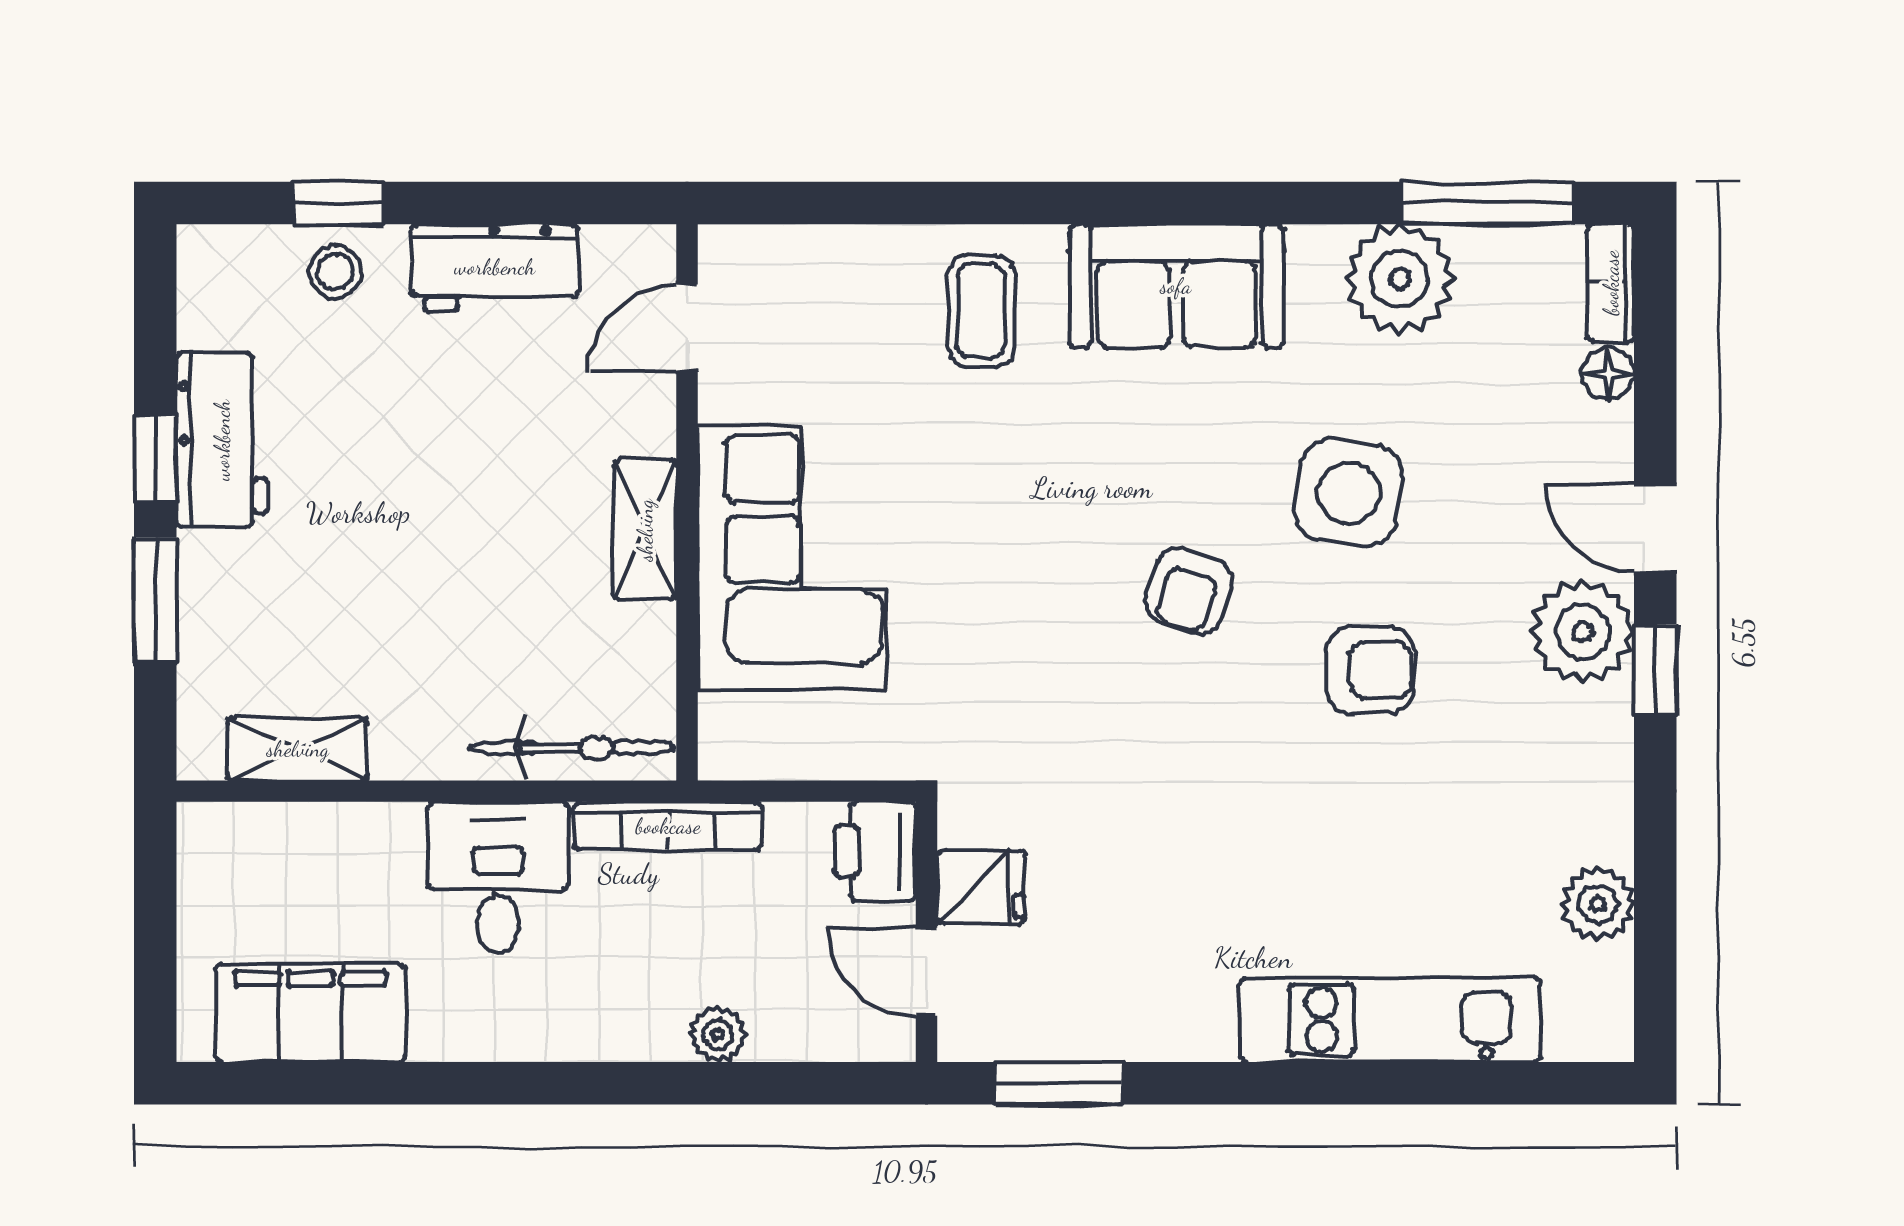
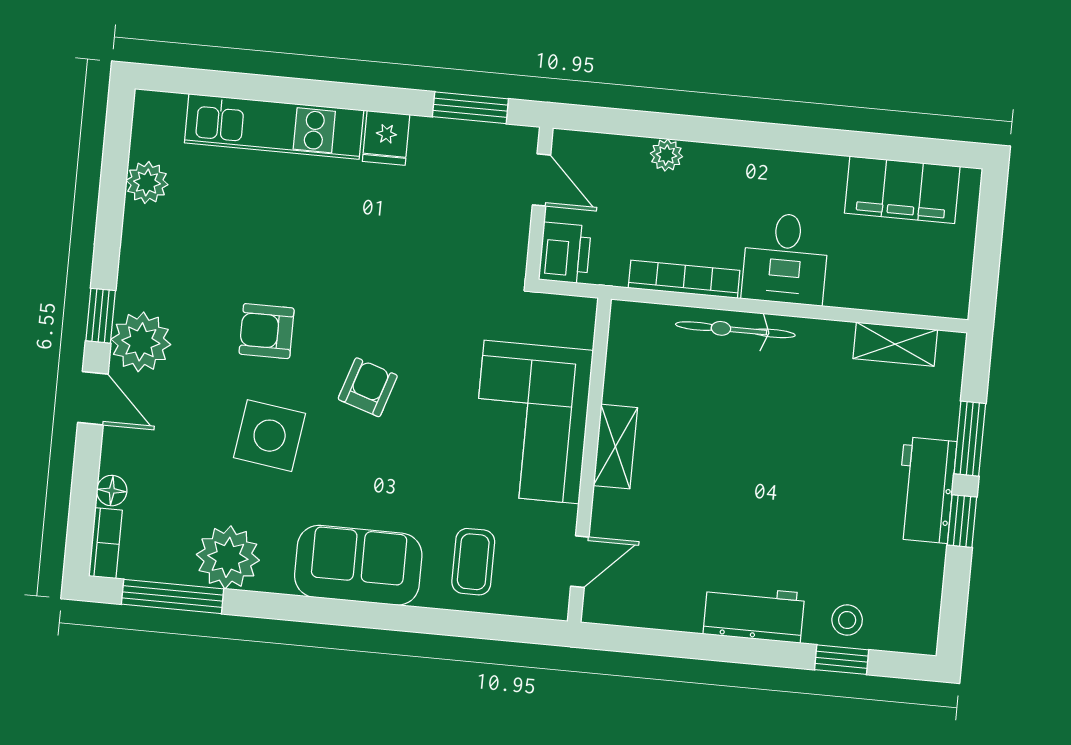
door: (687, 328) -> (580, 562), moved
workbench: (222, 440) -> (926, 490), moved
wall: (687, 502) -> (589, 460), moved
shelving: (645, 530) -> (615, 447), moved
corner sofa: (792, 558) -> (532, 422), moved
fridge: (981, 887) -> (386, 138), moved, turned -90

